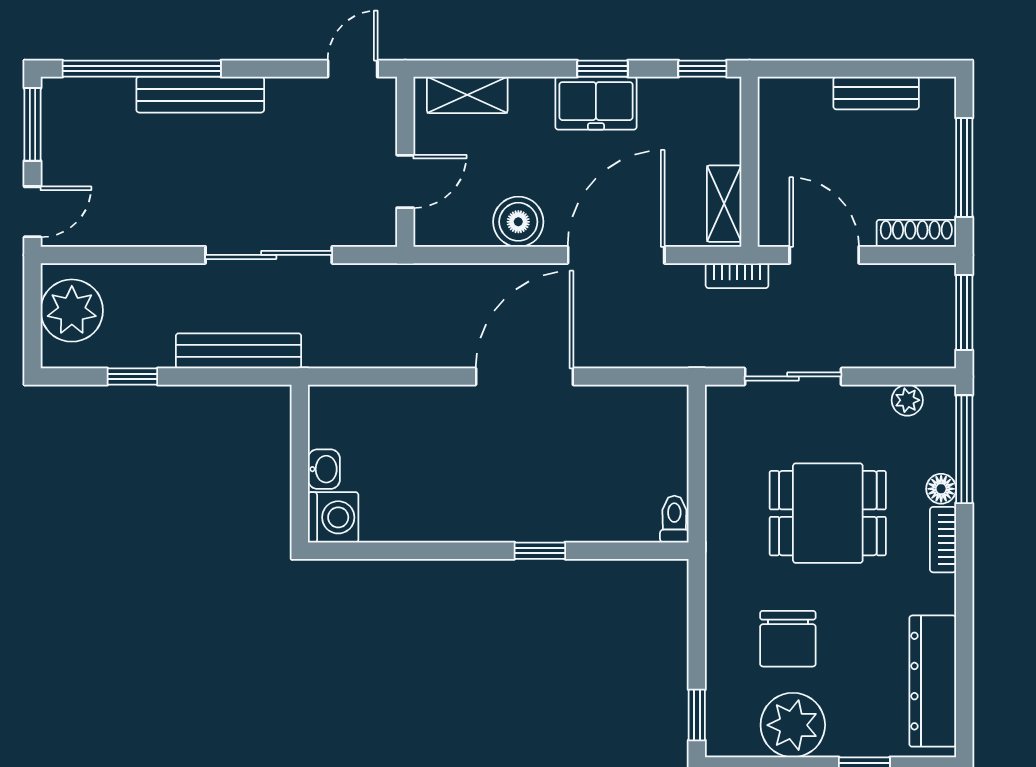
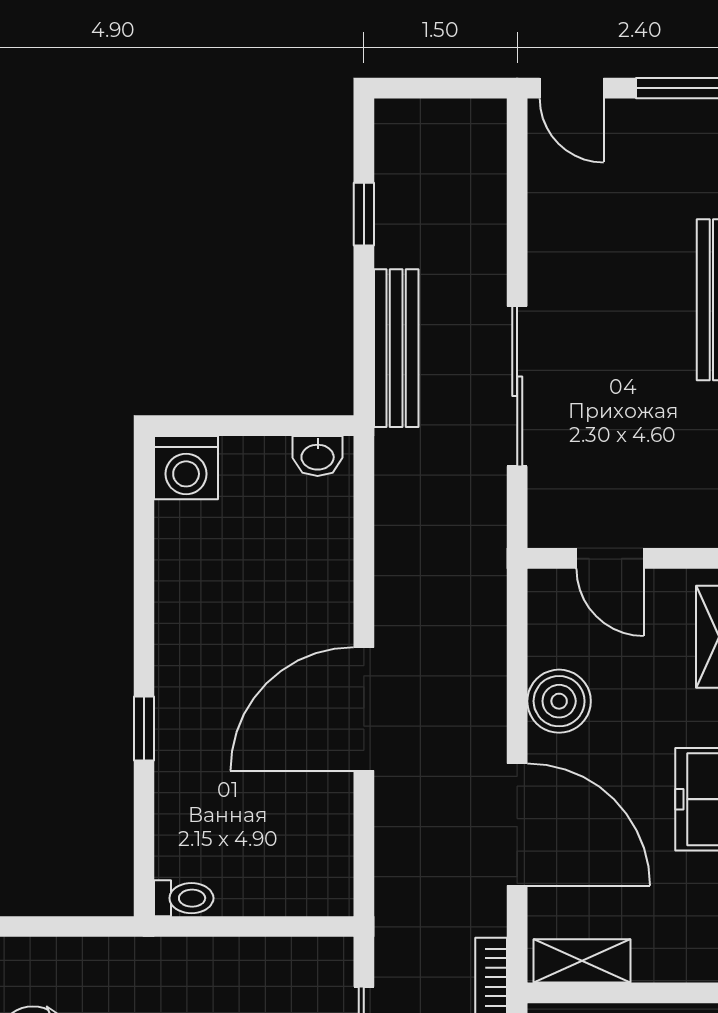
plant: (72, 311) -> (447, 138), removed
door: (524, 376) -> (364, 709), swing flipped
washbasin: (324, 469) -> (318, 456), moved

